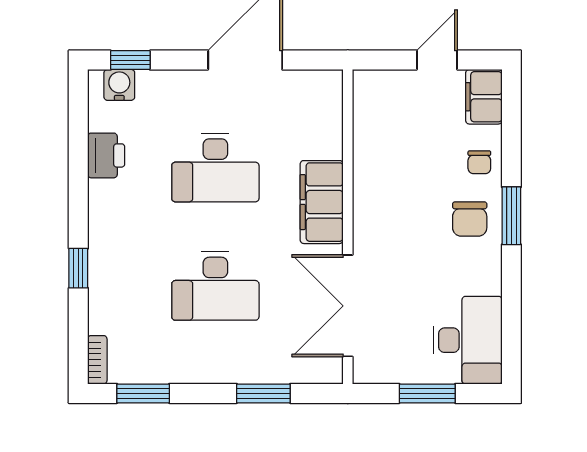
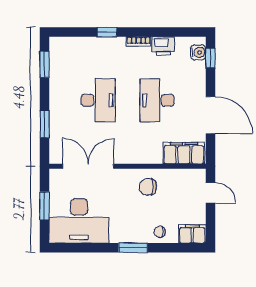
door: (437, 60) -> (211, 193), moved
filing cabinet: (322, 202) -> (184, 153), moved
chair: (470, 219) -> (148, 187), moved
desk: (215, 286) -> (98, 100), turned 180
desk: (468, 340) -> (79, 221), width x1.36, depth x1.30
bookcase: (97, 360) -> (139, 42), moved

